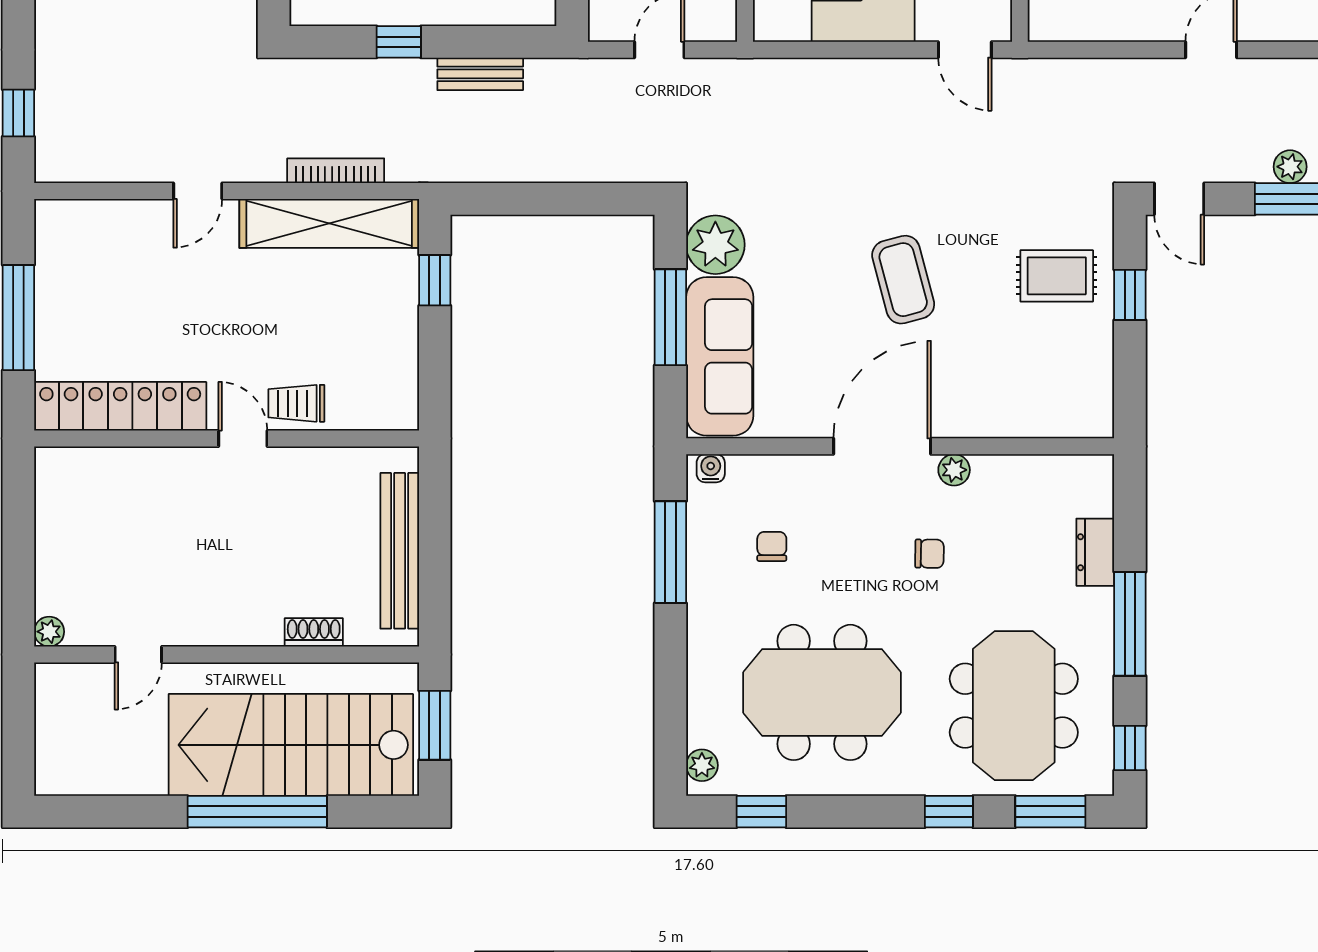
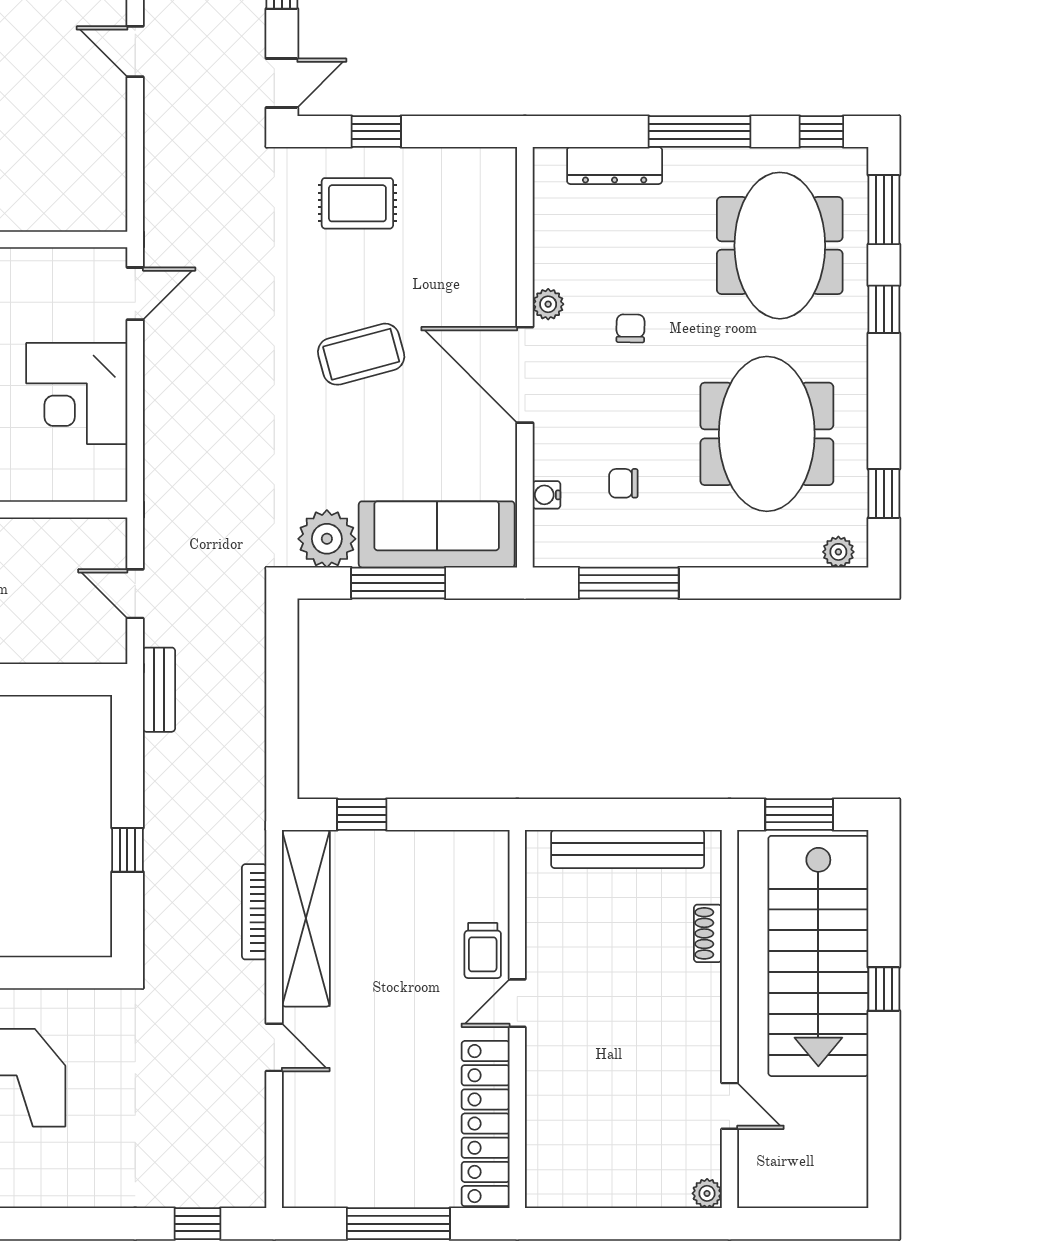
bench: (480, 74) -> (159, 690), moved
rug: (1057, 276) -> (357, 203), turned 90
water cooler: (711, 468) -> (546, 495), moved
dresser: (1095, 552) -> (615, 165), width x1.44
meeting table: (1014, 706) -> (780, 246), turned 90
window: (257, 812) -> (884, 989), width x0.32

